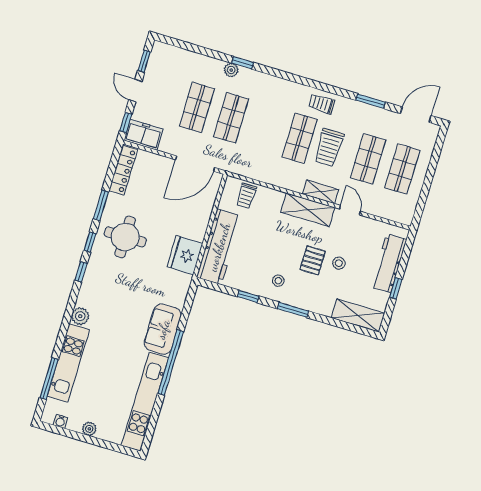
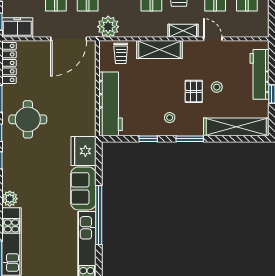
plant: (241, 163) -> (108, 27), added
shelving: (308, 210) -> (160, 49), moved
fridge: (185, 255) -> (83, 151), moved
shelving: (358, 316) -> (236, 127), width x1.47

